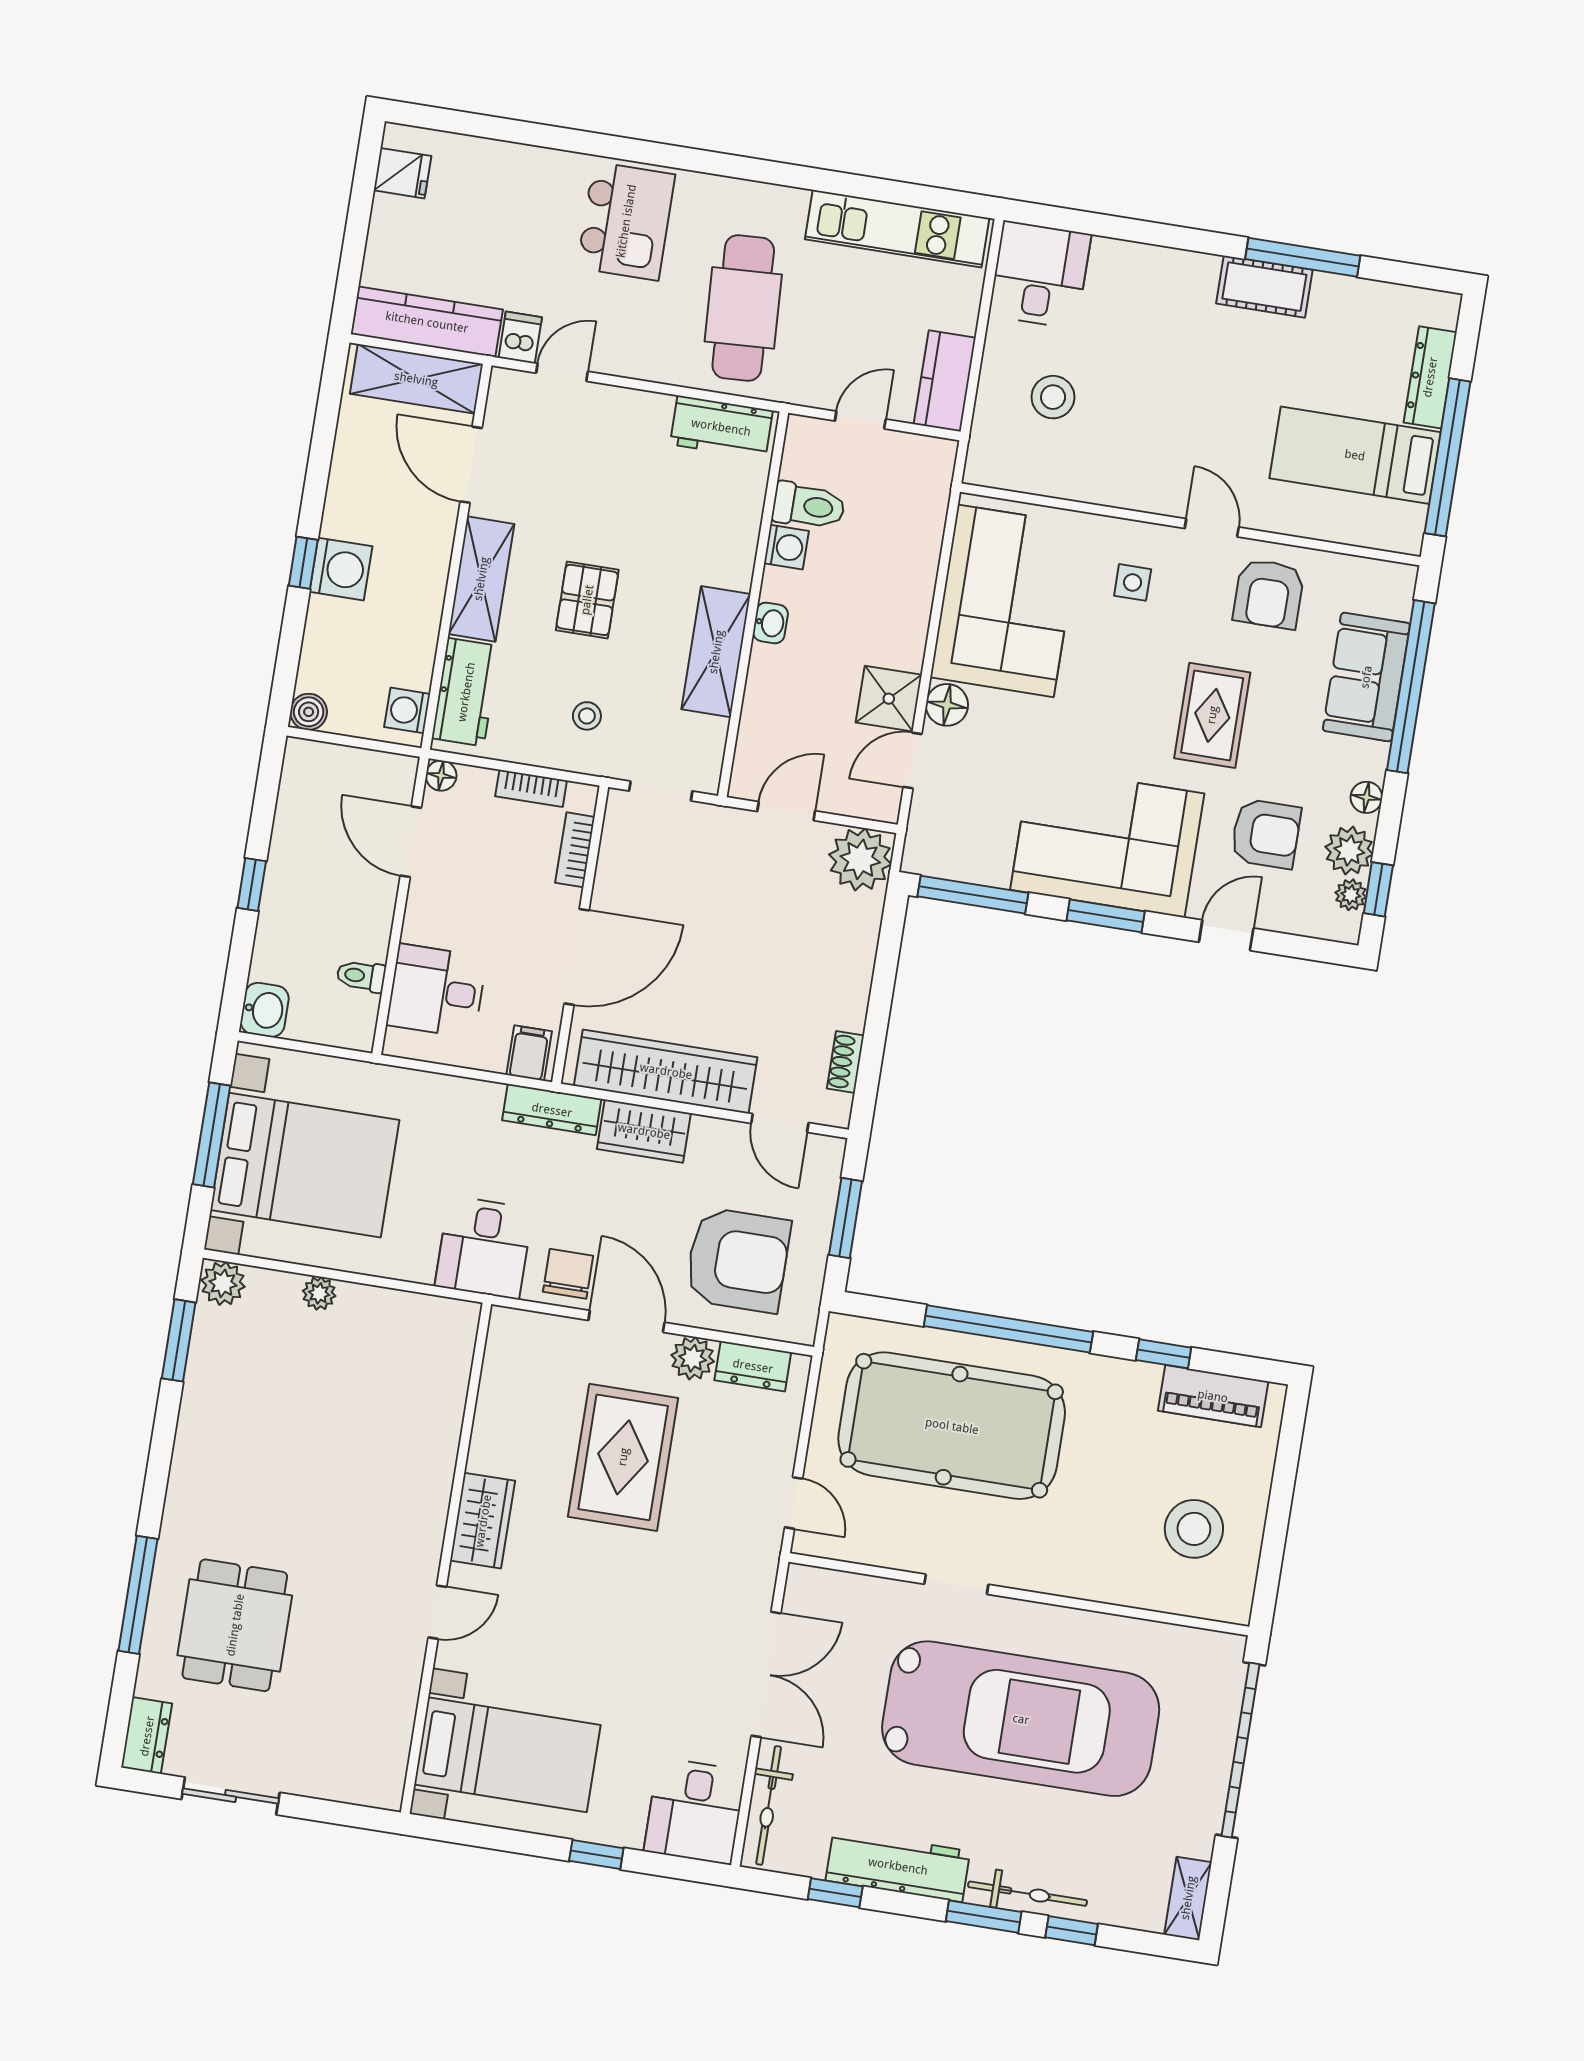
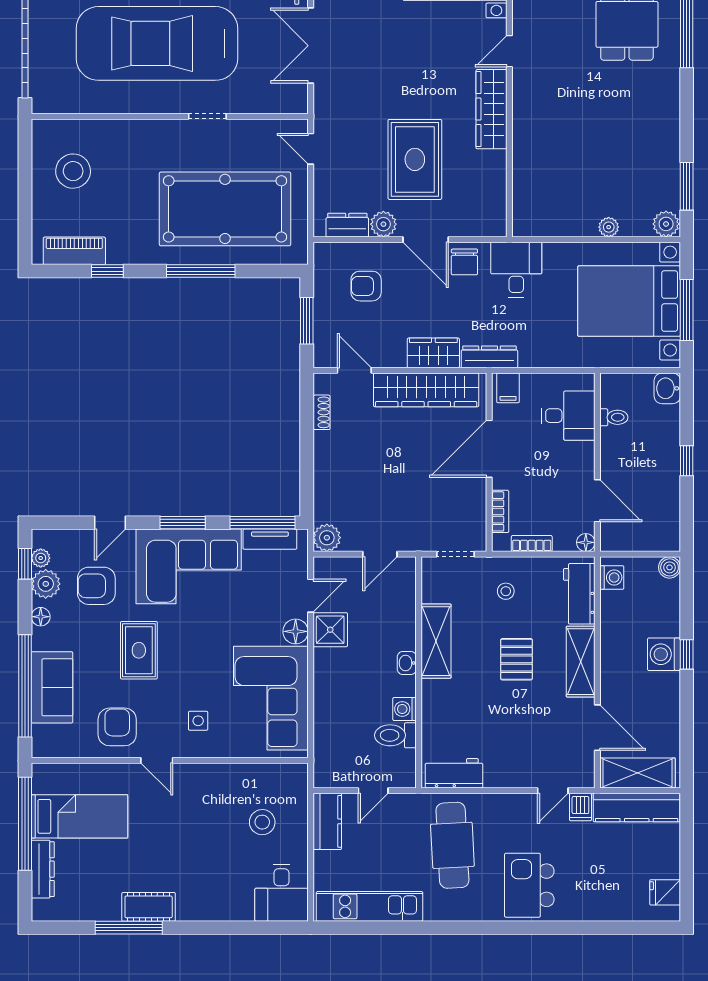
plant: (860, 859) -> (327, 538), width x0.73, depth x0.73
tv unit: (965, 865) -> (270, 539), added
armchair: (738, 1260) -> (366, 286), width x0.53, depth x0.53
window: (1008, 1329) -> (201, 271), width x0.68
wardrobe: (483, 1521) -> (491, 109), width x1.50

